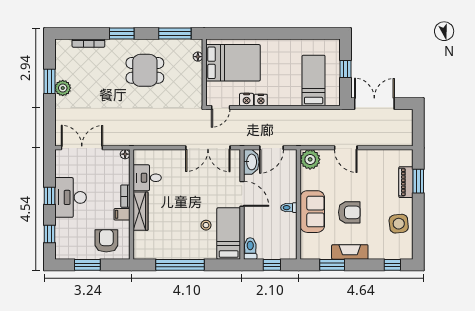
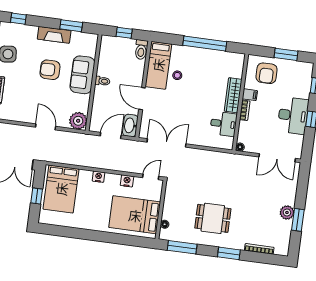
bed: (314, 80) -> (61, 189), width x1.50
nightstand: (261, 100) -> (98, 177), moved

